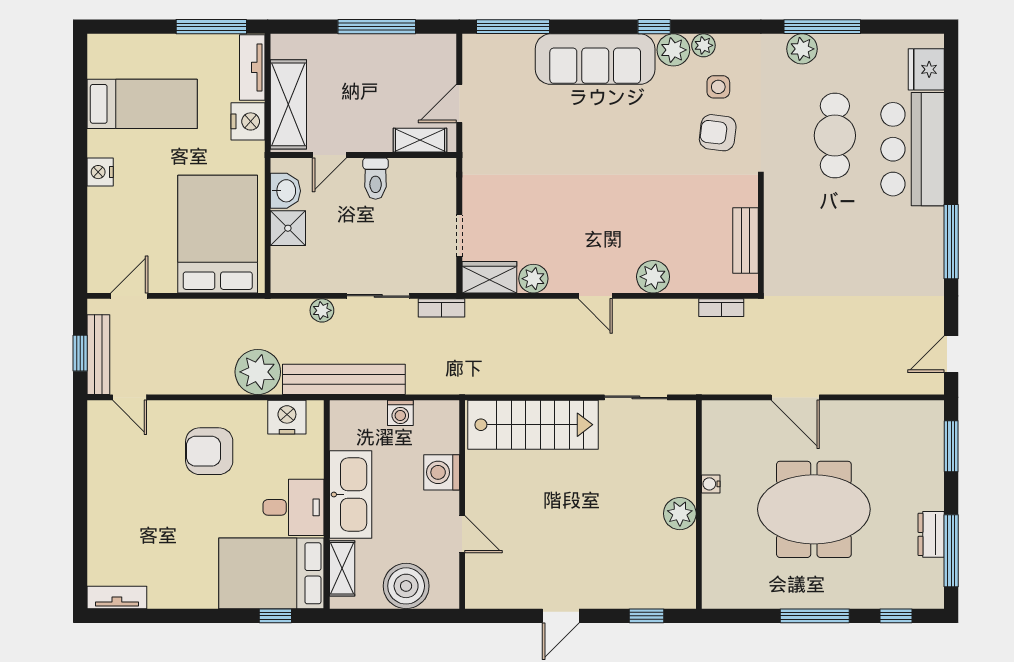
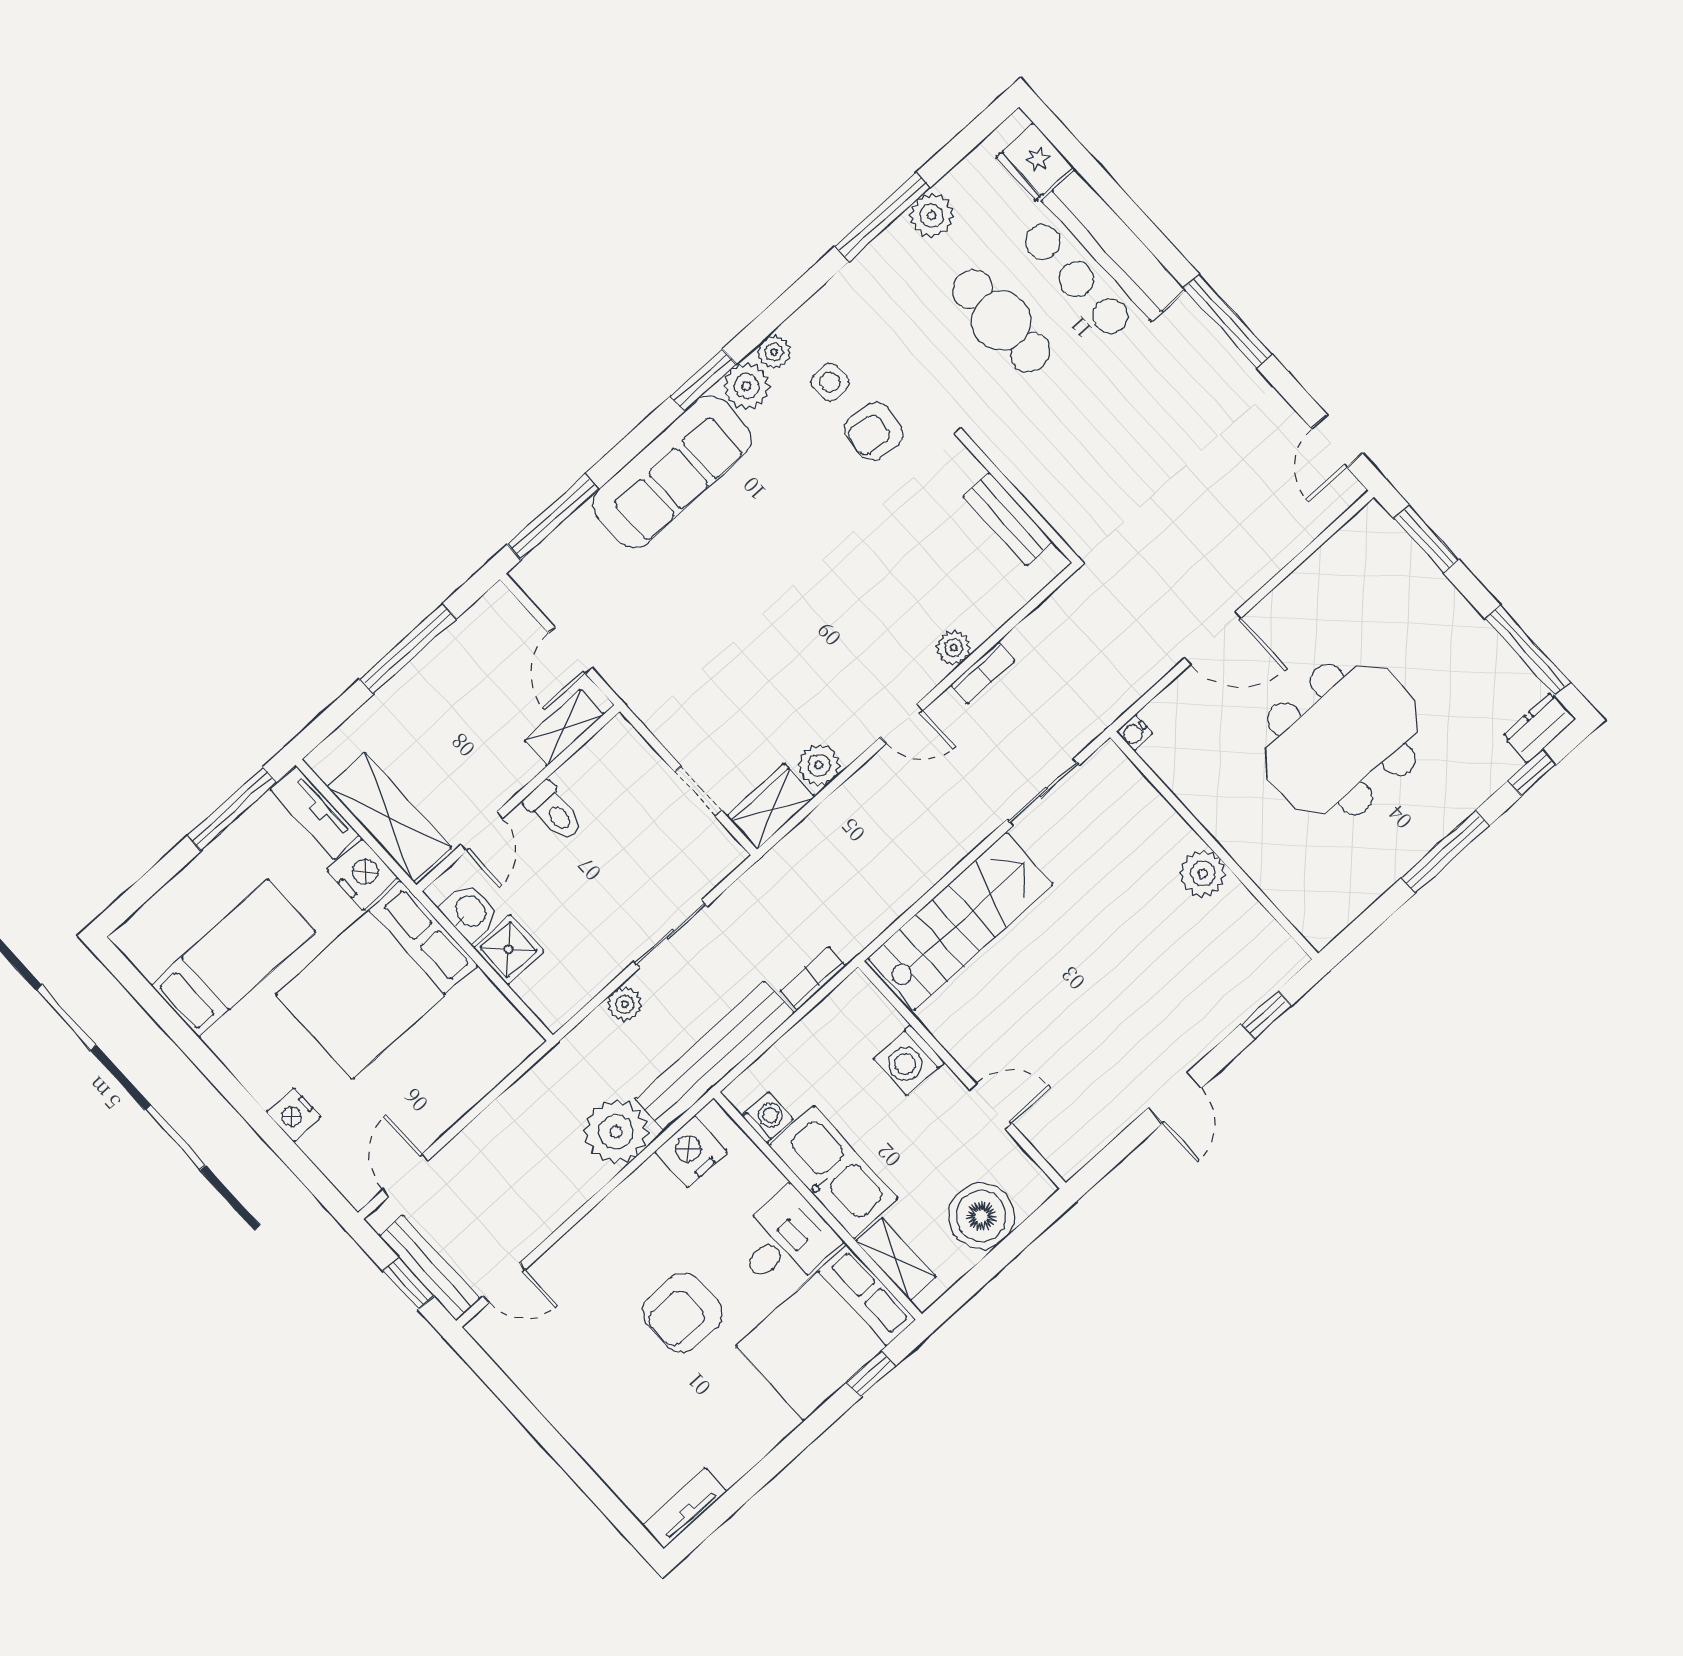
window: (654, 27) -> (703, 380), width x1.50
plant: (802, 49) -> (932, 216), moved
nightstand: (100, 172) -> (294, 1115), moved
bed: (218, 234) -> (377, 980), moved, turned -90
plant: (653, 277) -> (954, 648), width x0.73, depth x0.73
bookcase: (441, 308) -> (813, 978), moved, turned 180
bookcase: (721, 308) -> (983, 673), moved
washing machine: (400, 413) -> (768, 1118), moved, turned -90
armchair: (209, 451) -> (682, 1313), moved
water cooler: (711, 484) -> (1135, 733), moved
dresser: (931, 534) -> (1539, 727), moved, turned 90

